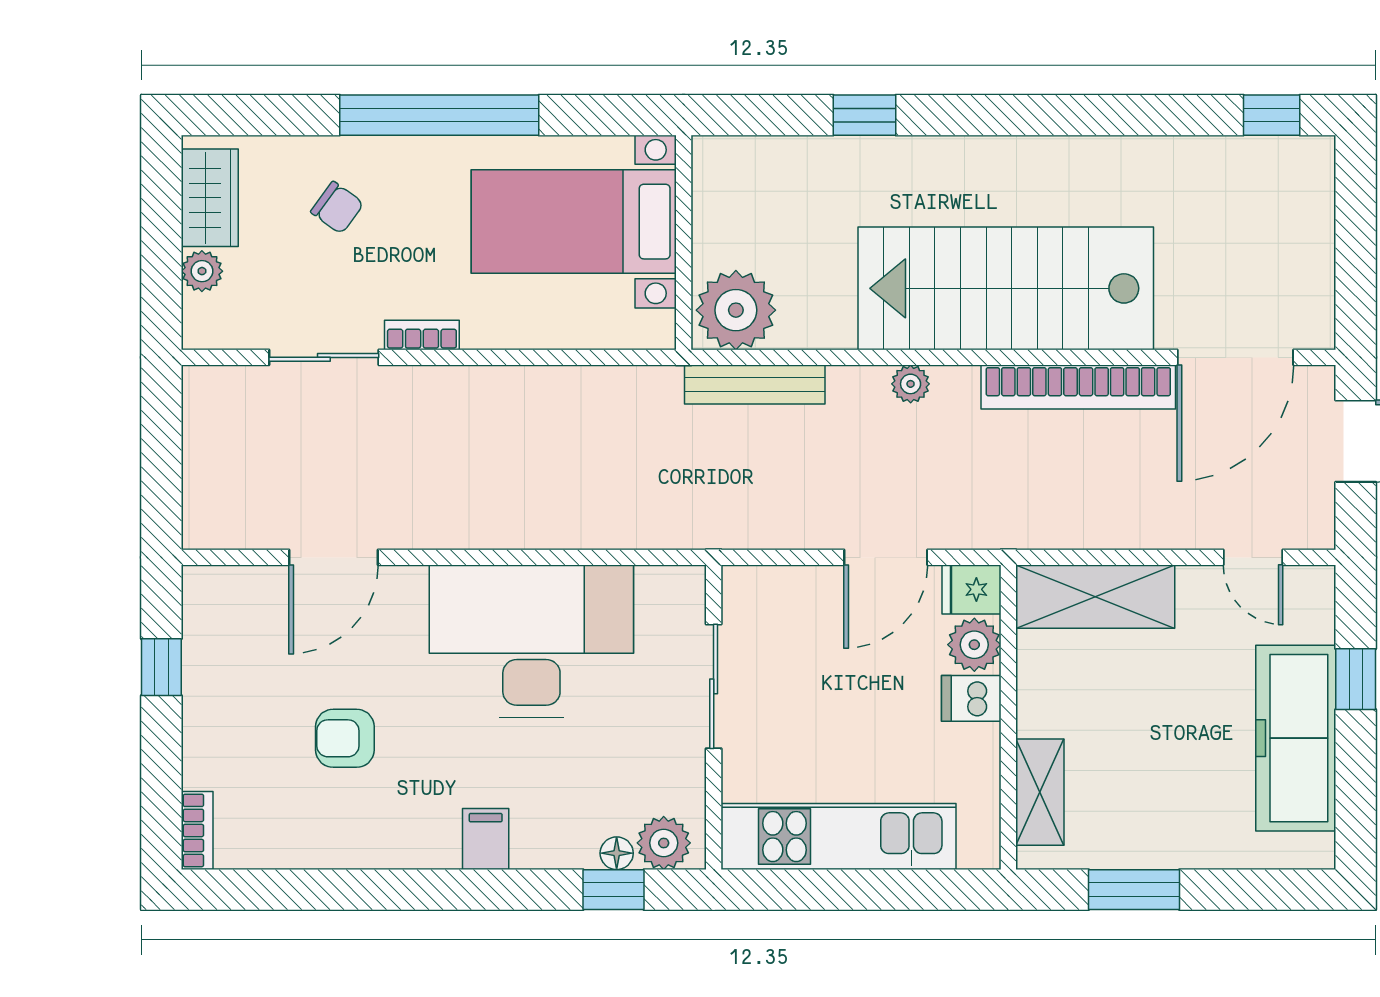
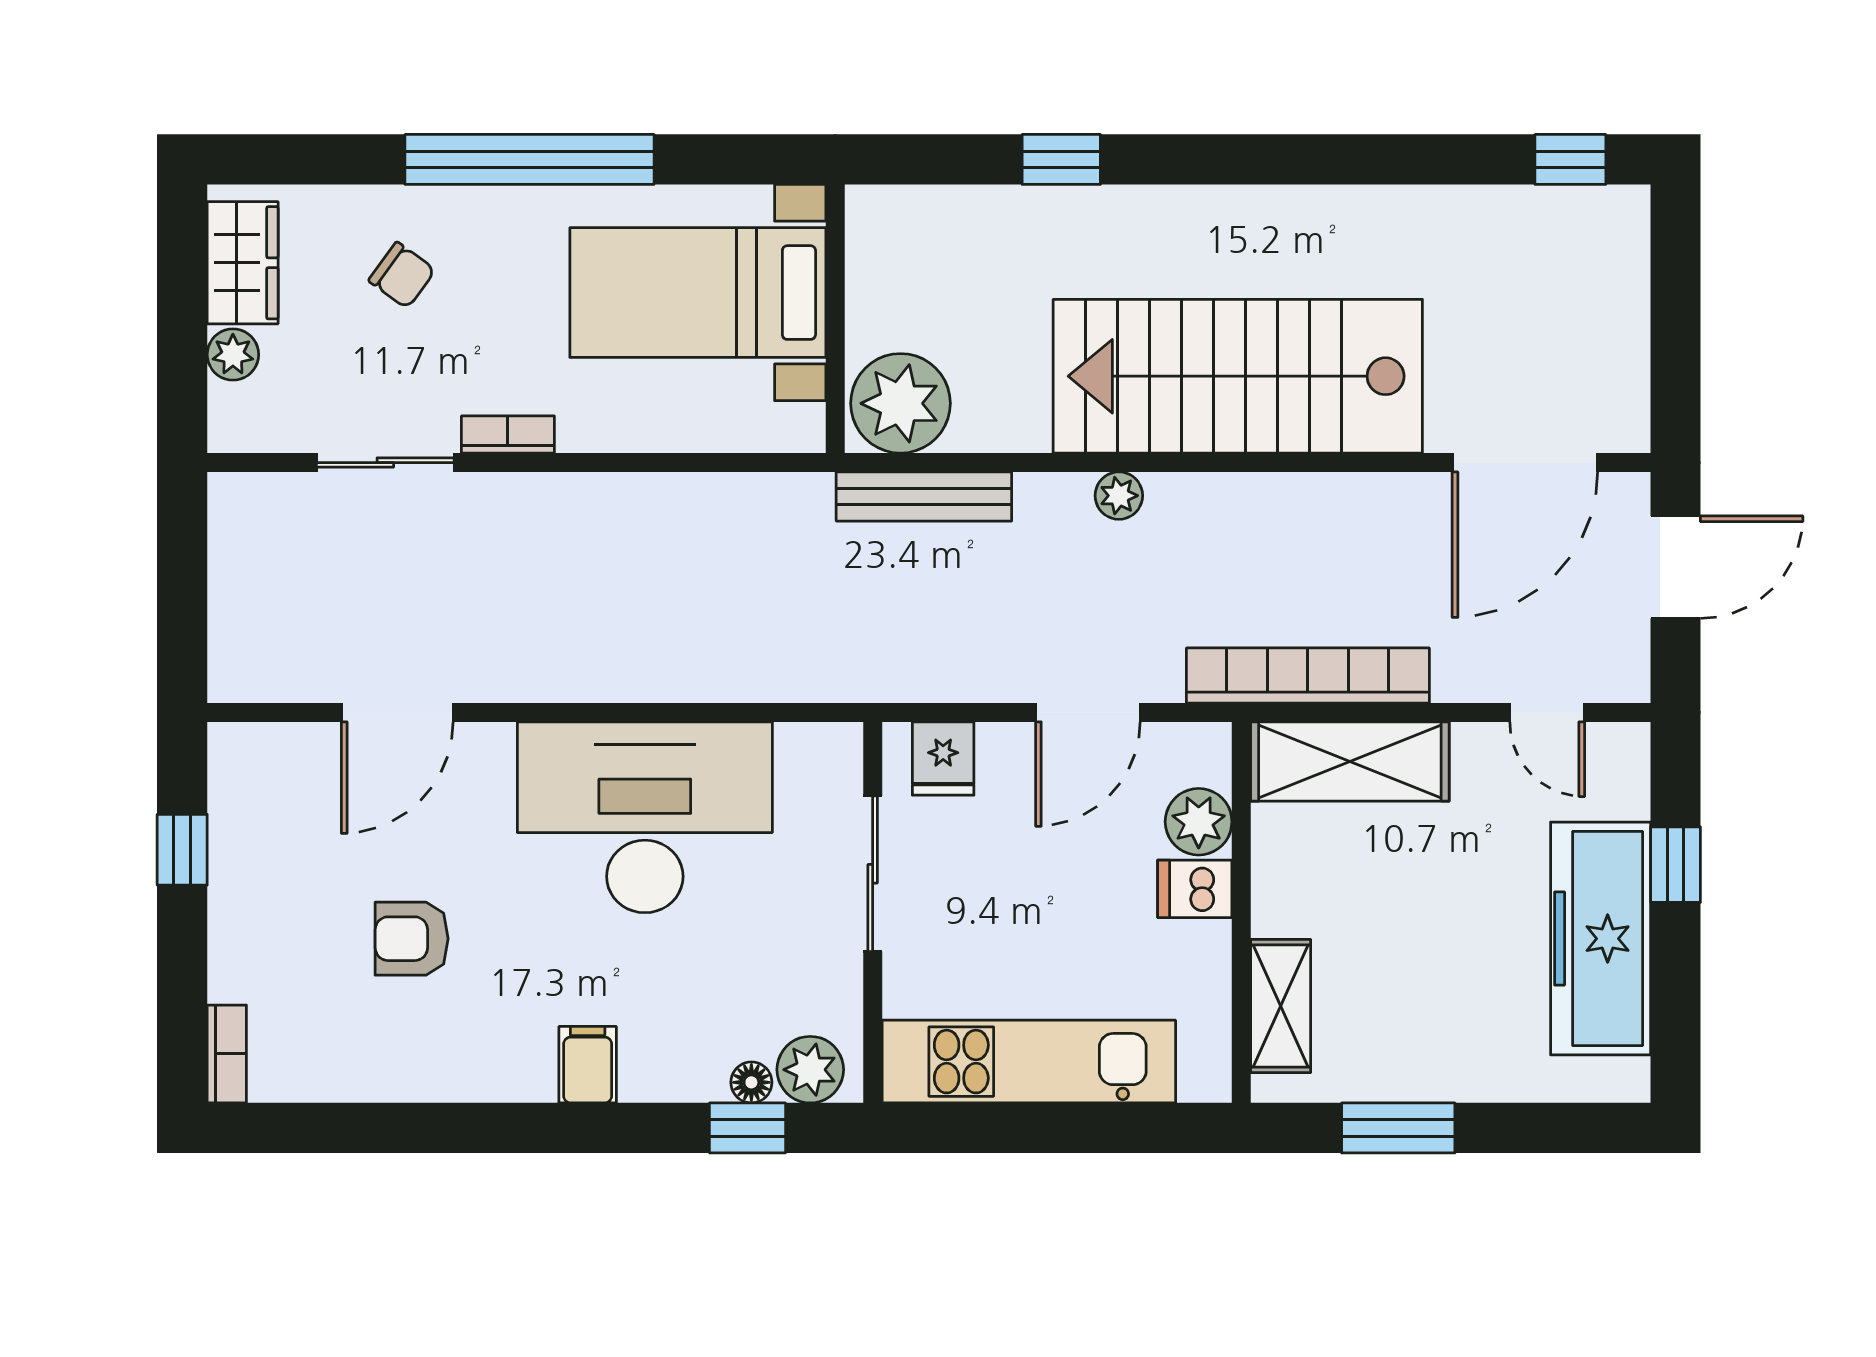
bookcase: (1078, 387) -> (1308, 675), moved, turned 180
fridge: (972, 589) -> (943, 759), moved, turned -90

